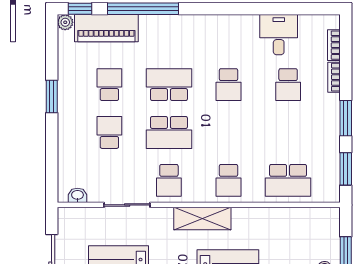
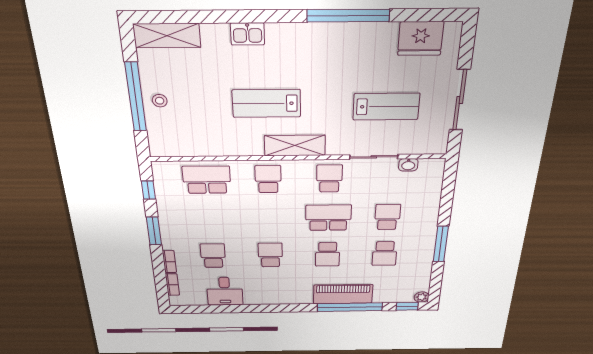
piano: (106, 28) -> (343, 294), moved
school desk: (169, 85) -> (328, 254), width x0.54
window: (52, 96) -> (441, 244), width x1.44
school desk: (109, 132) -> (387, 217), turned 180
window: (346, 169) -> (148, 190), width x0.67
washbasin: (77, 195) -> (408, 165), moved

